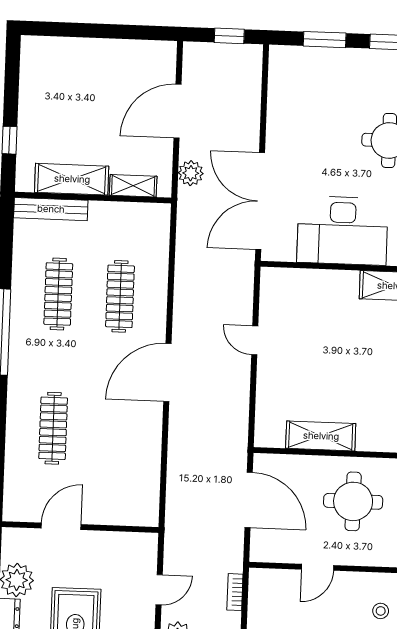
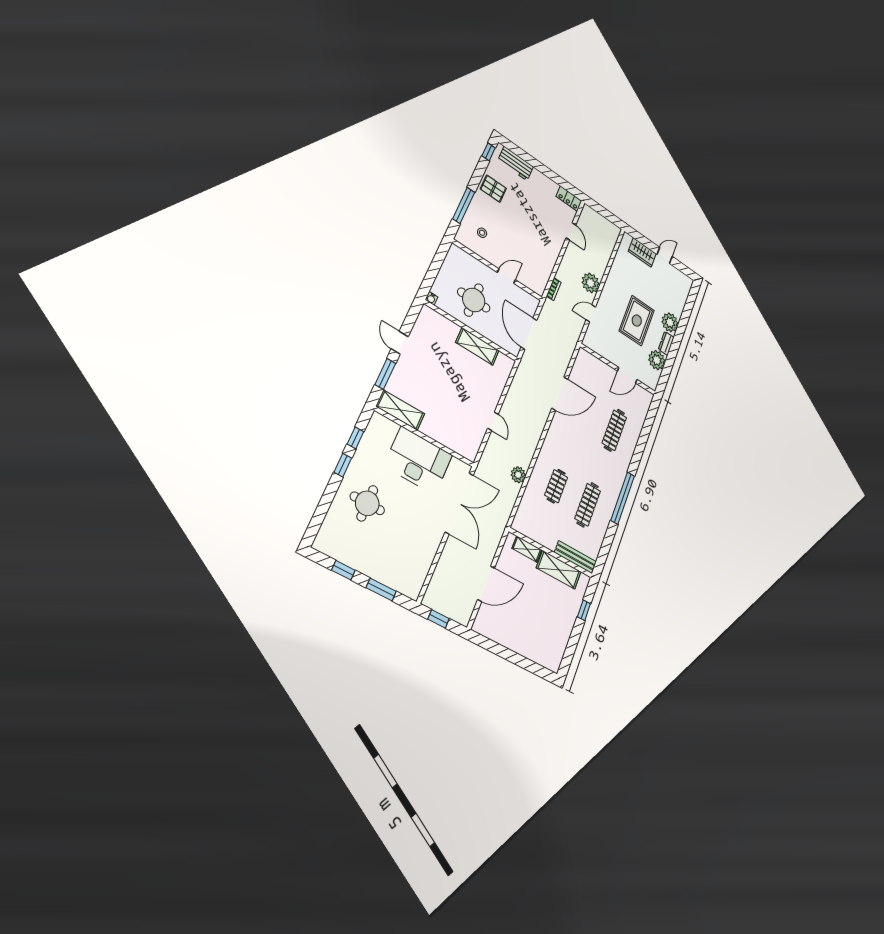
plant: (191, 173) -> (518, 475), moved
clothes rail: (120, 296) -> (556, 486), width x0.73
door: (167, 372) -> (560, 394), moved

